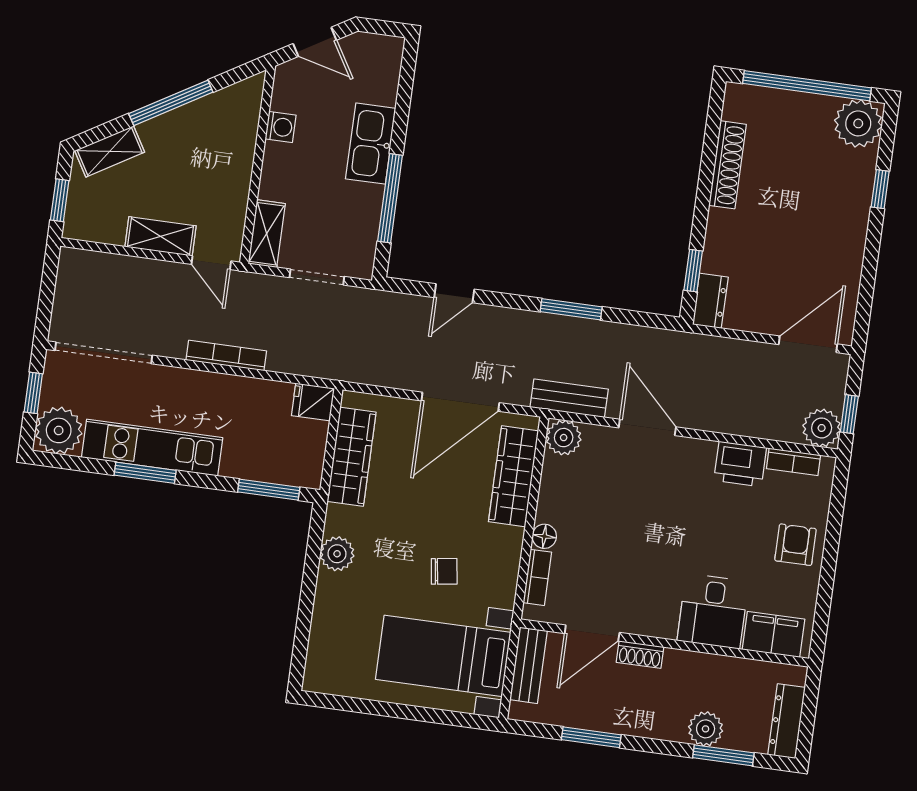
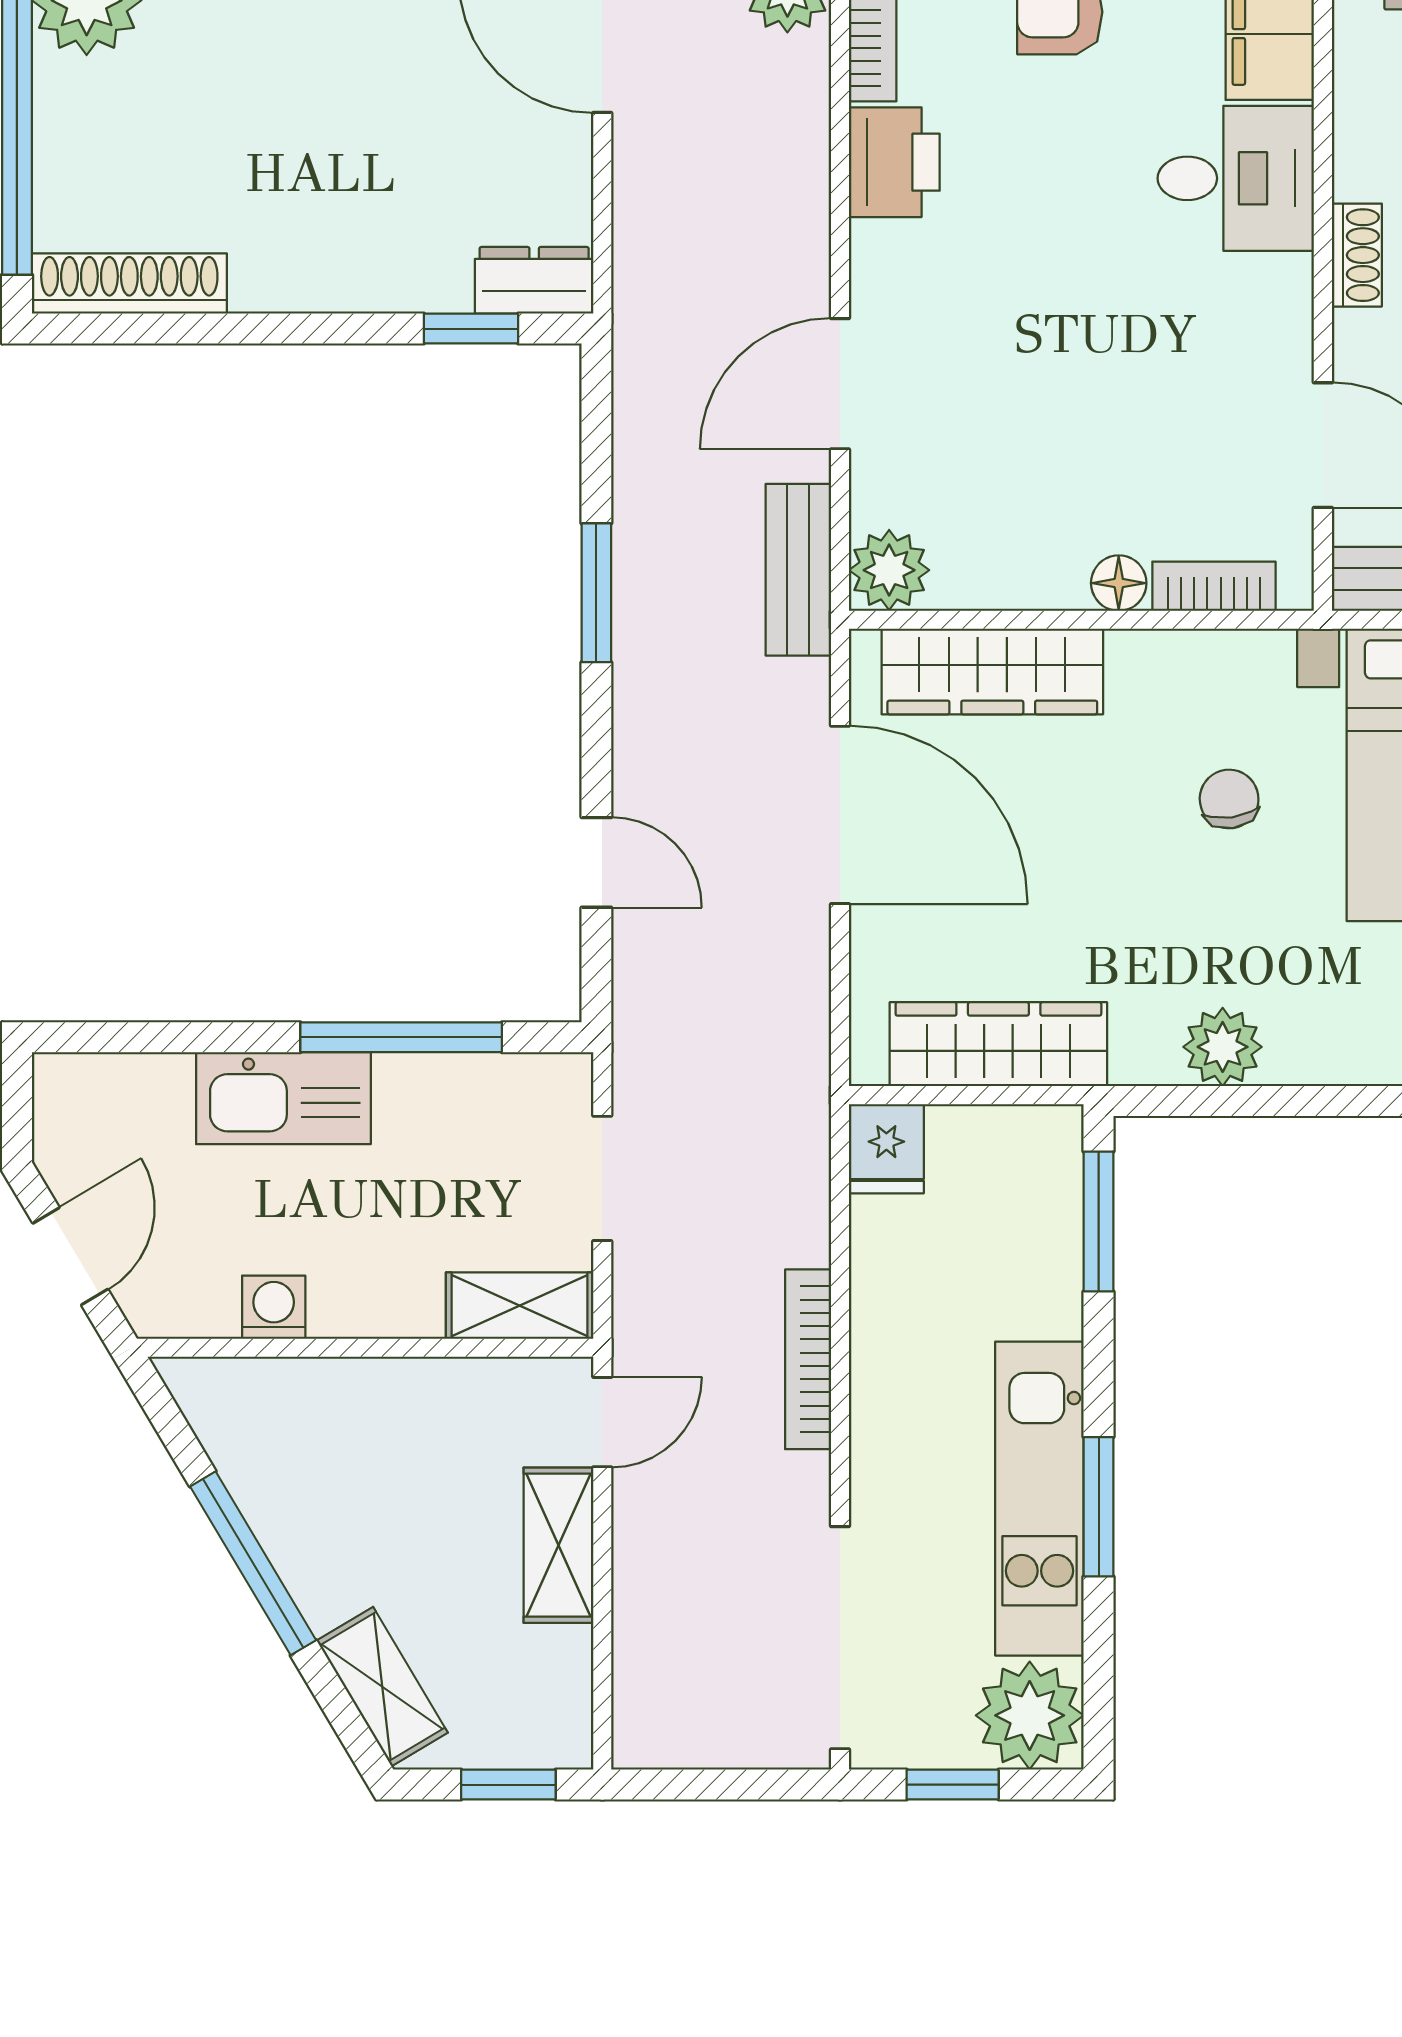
shoe rack: (728, 165) -> (129, 284), moved
shoe rack: (640, 655) -> (1357, 255), moved

